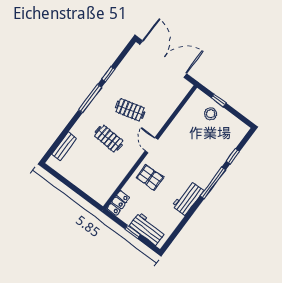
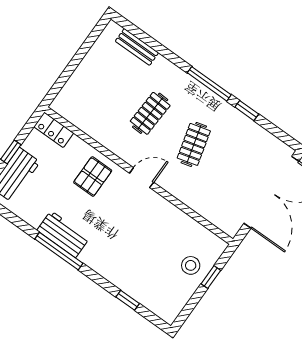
window: (213, 183) -> (59, 251), moved

